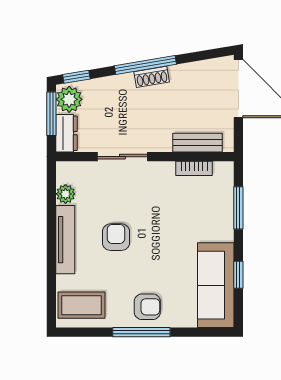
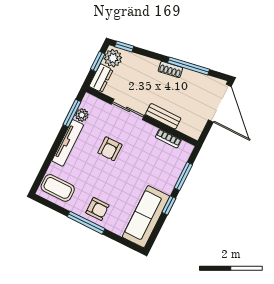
window: (145, 65) -> (189, 66), moved
window: (51, 114) -> (98, 62), width x0.67
bench: (198, 143) -> (163, 116), moved
window: (51, 198) -> (72, 113), added
armchair: (116, 237) -> (110, 149), moved, turned 180
window: (238, 275) -> (169, 205), moved

